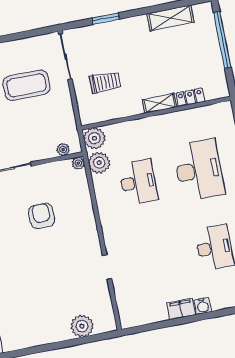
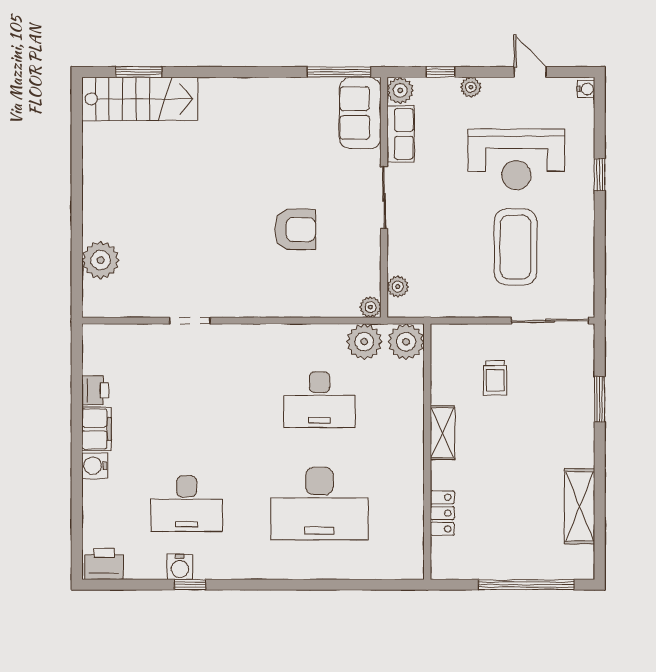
trolley: (105, 82) -> (495, 378), width x0.73, depth x0.72
shelving: (159, 103) -> (442, 433), moved
printer: (159, 314) -> (95, 390), added

